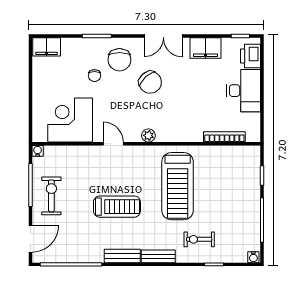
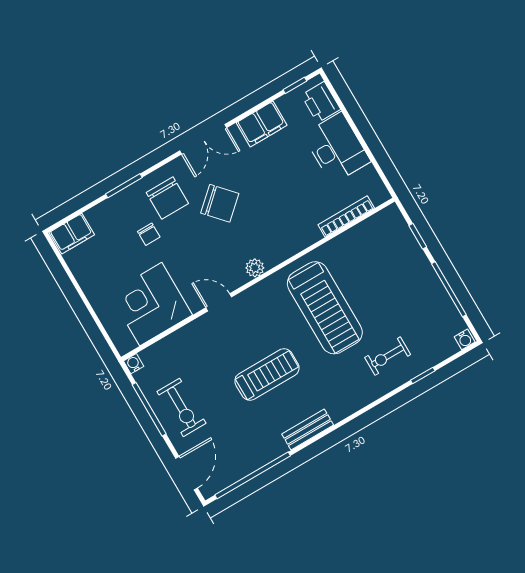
exercise bike: (51, 196) -> (181, 407), turned 180
bench: (158, 256) -> (351, 405), removed

